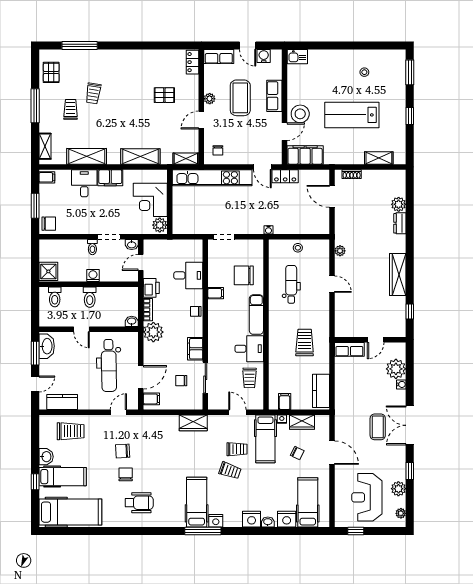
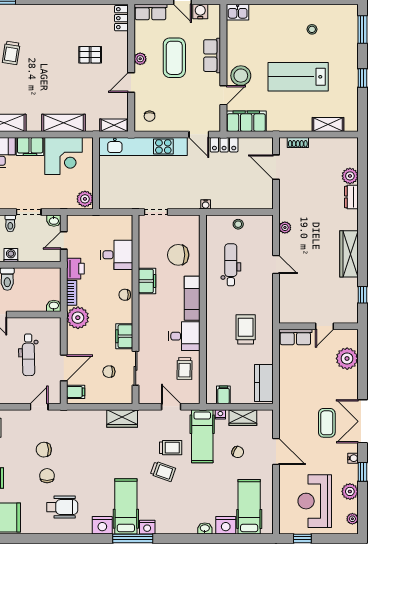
corner desk: (150, 200) -> (64, 156), moved, turned -90
filing cabinet: (216, 293) -> (147, 281), width x2.00
dental chair: (109, 365) -> (28, 355), width x0.73, depth x0.72
water cooler: (401, 384) -> (353, 458), moved
nightstand: (252, 519) -> (102, 525), moved

